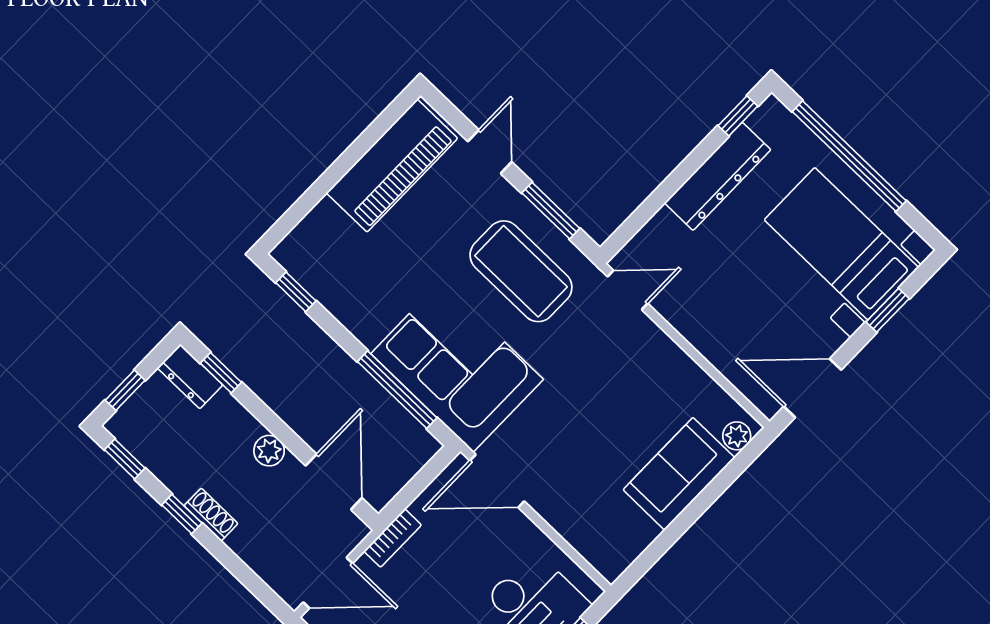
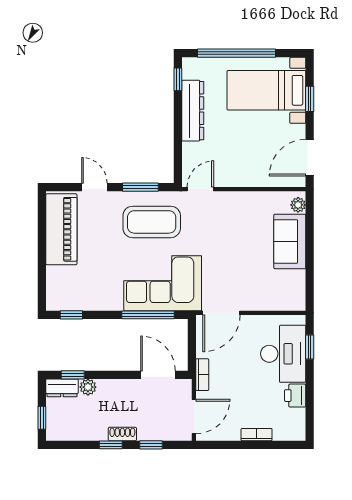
plant: (269, 451) -> (88, 387), moved
window: (125, 459) -> (151, 445), moved

